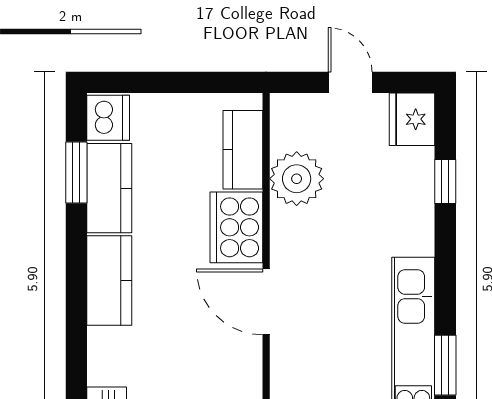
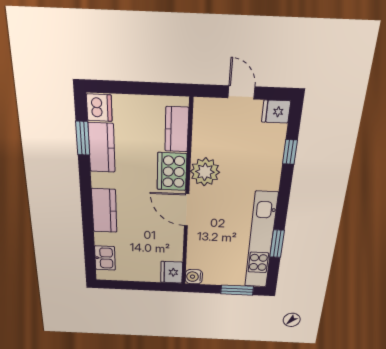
fridge: (412, 119) -> (276, 112), width x0.72
plant: (297, 179) -> (205, 172), moved
kitchen counter: (109, 281) -> (104, 211), moved

